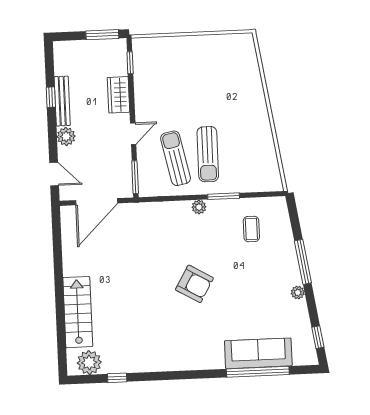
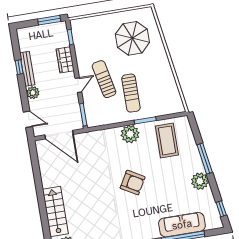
parasol: (219, 75) -> (132, 38), added
sun lounger: (176, 158) -> (104, 79), moved
door: (97, 202) -> (59, 135), hinge flipped
plant: (199, 207) -> (130, 134), width x1.87, depth x1.87
coffee table: (251, 229) -> (167, 140), width x1.86, depth x1.72
plant: (298, 292) -> (200, 181), width x1.87, depth x1.87

